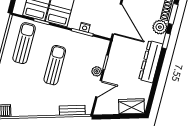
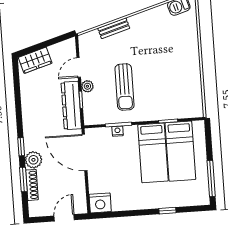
sun lounger: (24, 43) -> (180, 90), removed
dresser: (151, 62) -> (71, 105), moved, turned 180
sun lounger: (55, 65) -> (124, 87), moved
bench: (72, 110) -> (114, 28), moved

